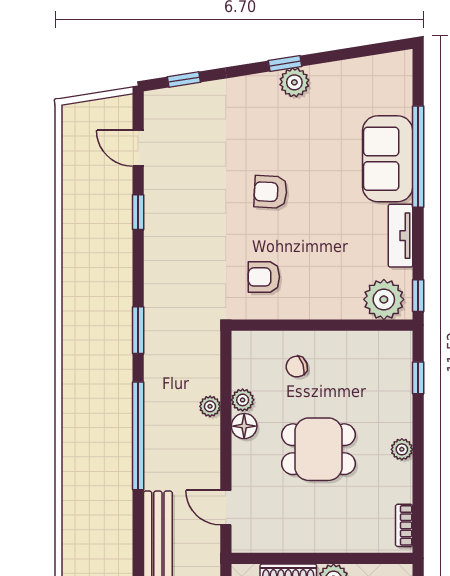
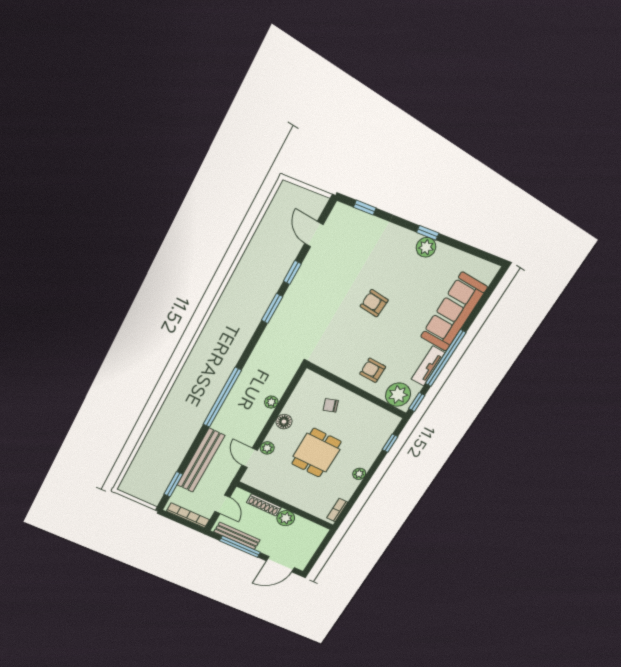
window: (418, 157) -> (446, 358), moved
sofa: (388, 159) -> (454, 312), width x1.36
armchair: (264, 277) -> (373, 370), moved
window: (138, 330) -> (272, 308), moved
plant: (243, 400) -> (267, 448), moved
dining table: (319, 449) -> (316, 453), turned 90

